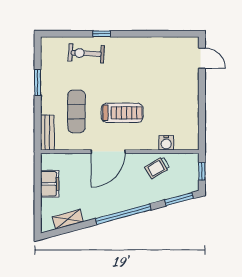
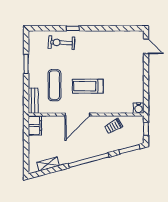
treadmill: (122, 113) -> (88, 86), turned 180
water cooler: (166, 143) -> (139, 108), moved
filing cabinet: (50, 184) -> (35, 126), moved

